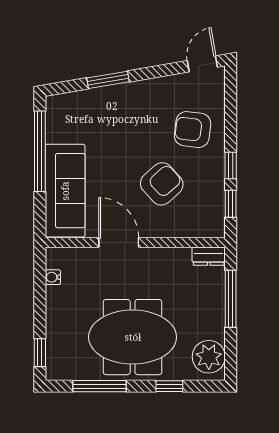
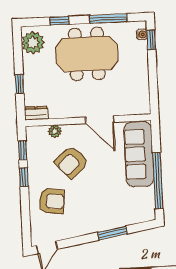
plant: (184, 229) -> (55, 131), added
water cooler: (53, 277) -> (142, 34), moved
window: (231, 299) -> (19, 84), width x0.46

